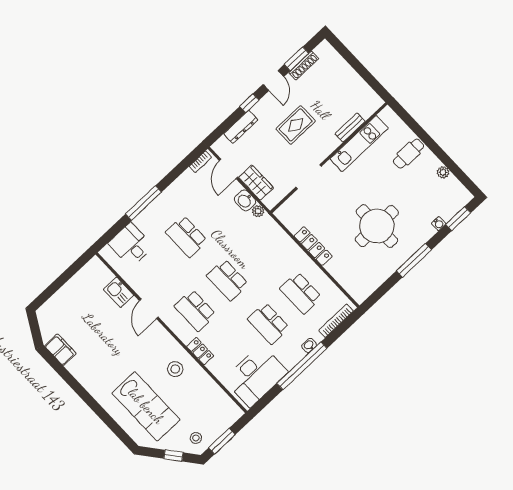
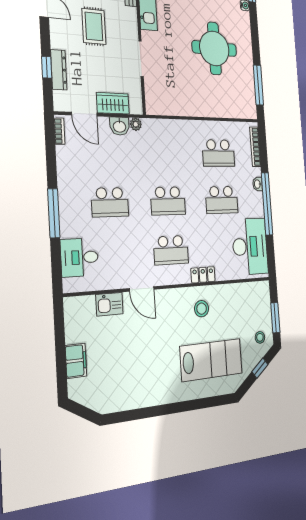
window: (249, 103) -> (47, 67), moved
locker: (313, 246) -> (193, 109), removed
window: (414, 260) -> (258, 85), moved
filing cabinet: (60, 350) -> (76, 361), moved, turned 90

